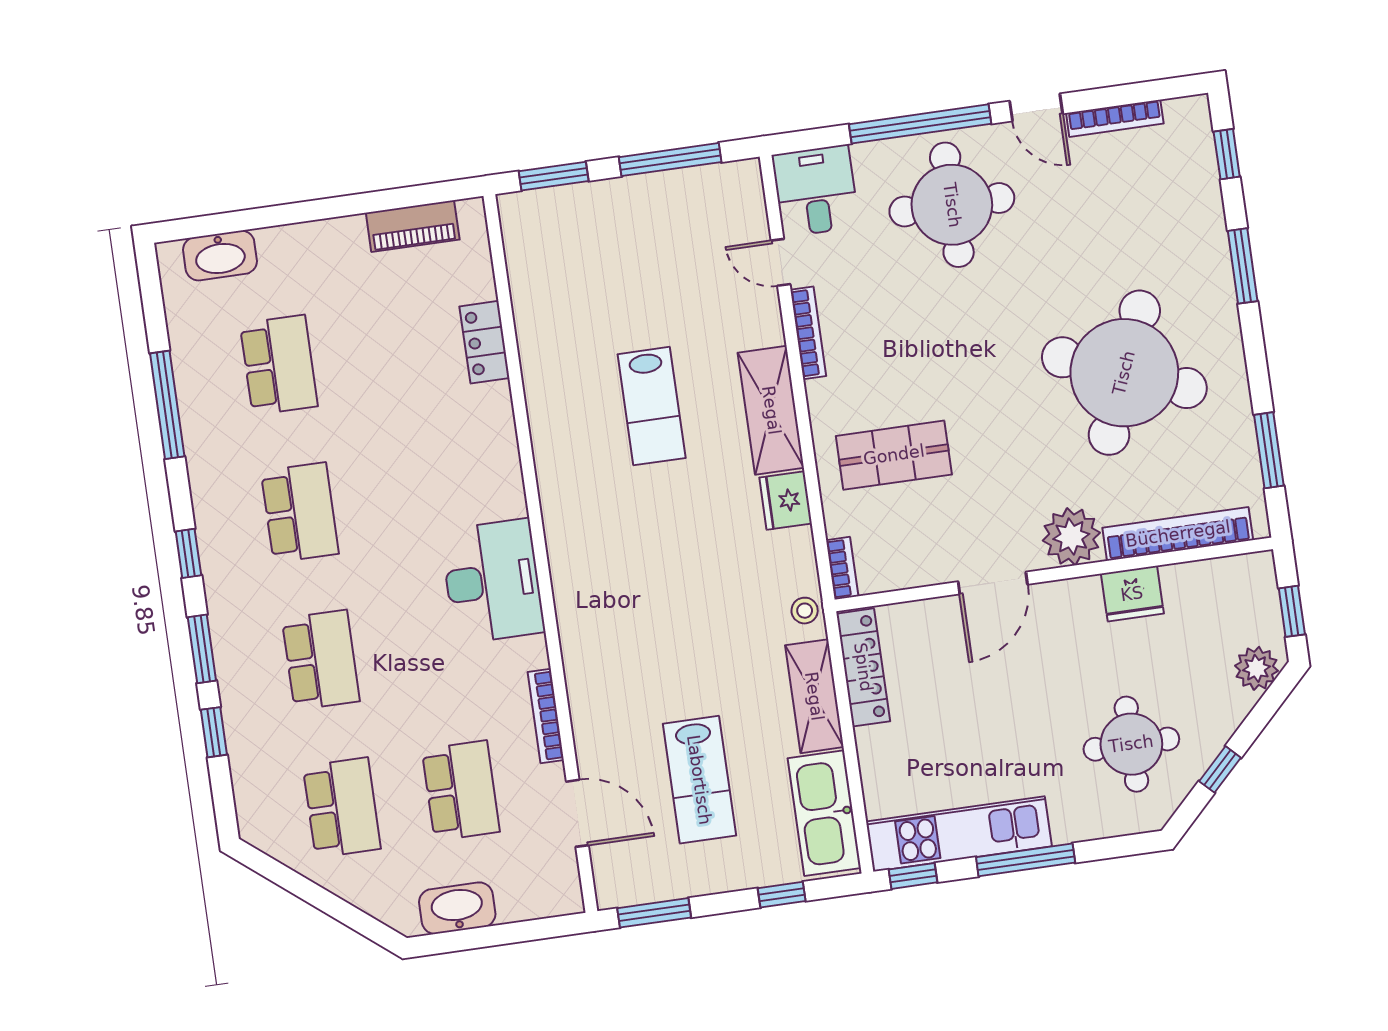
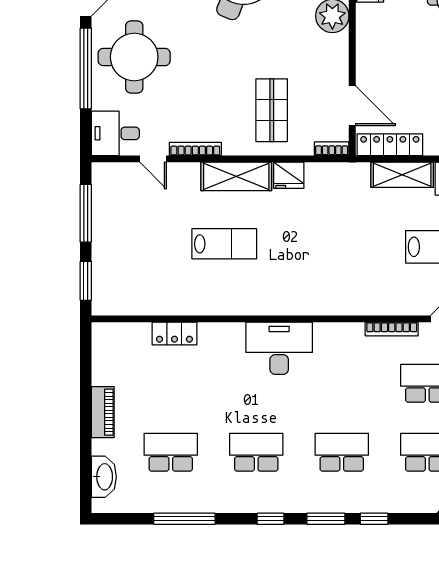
piano: (413, 226) -> (103, 412), moved
door: (781, 262) -> (153, 159), hinge flipped
desk: (493, 581) -> (279, 348), moved
door: (993, 583) -> (352, 106), moved
stool: (805, 611) -> (353, 173), removed

